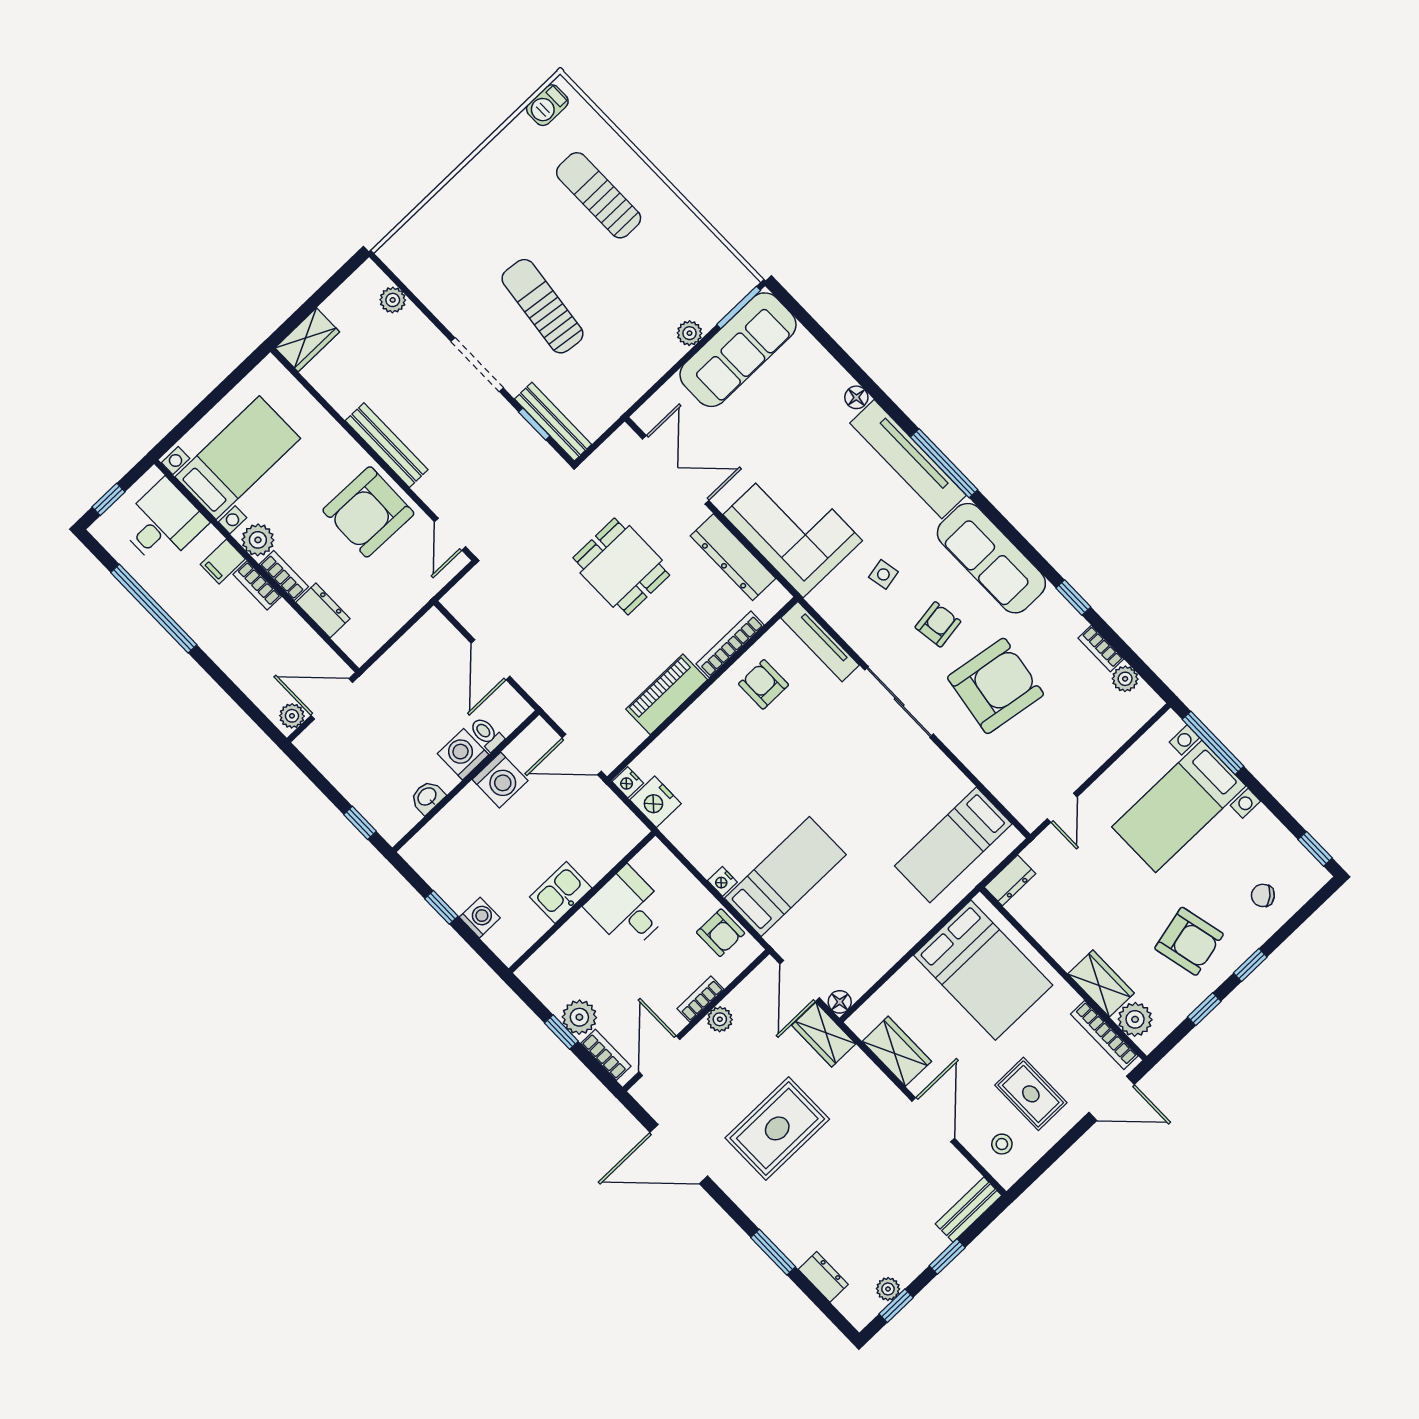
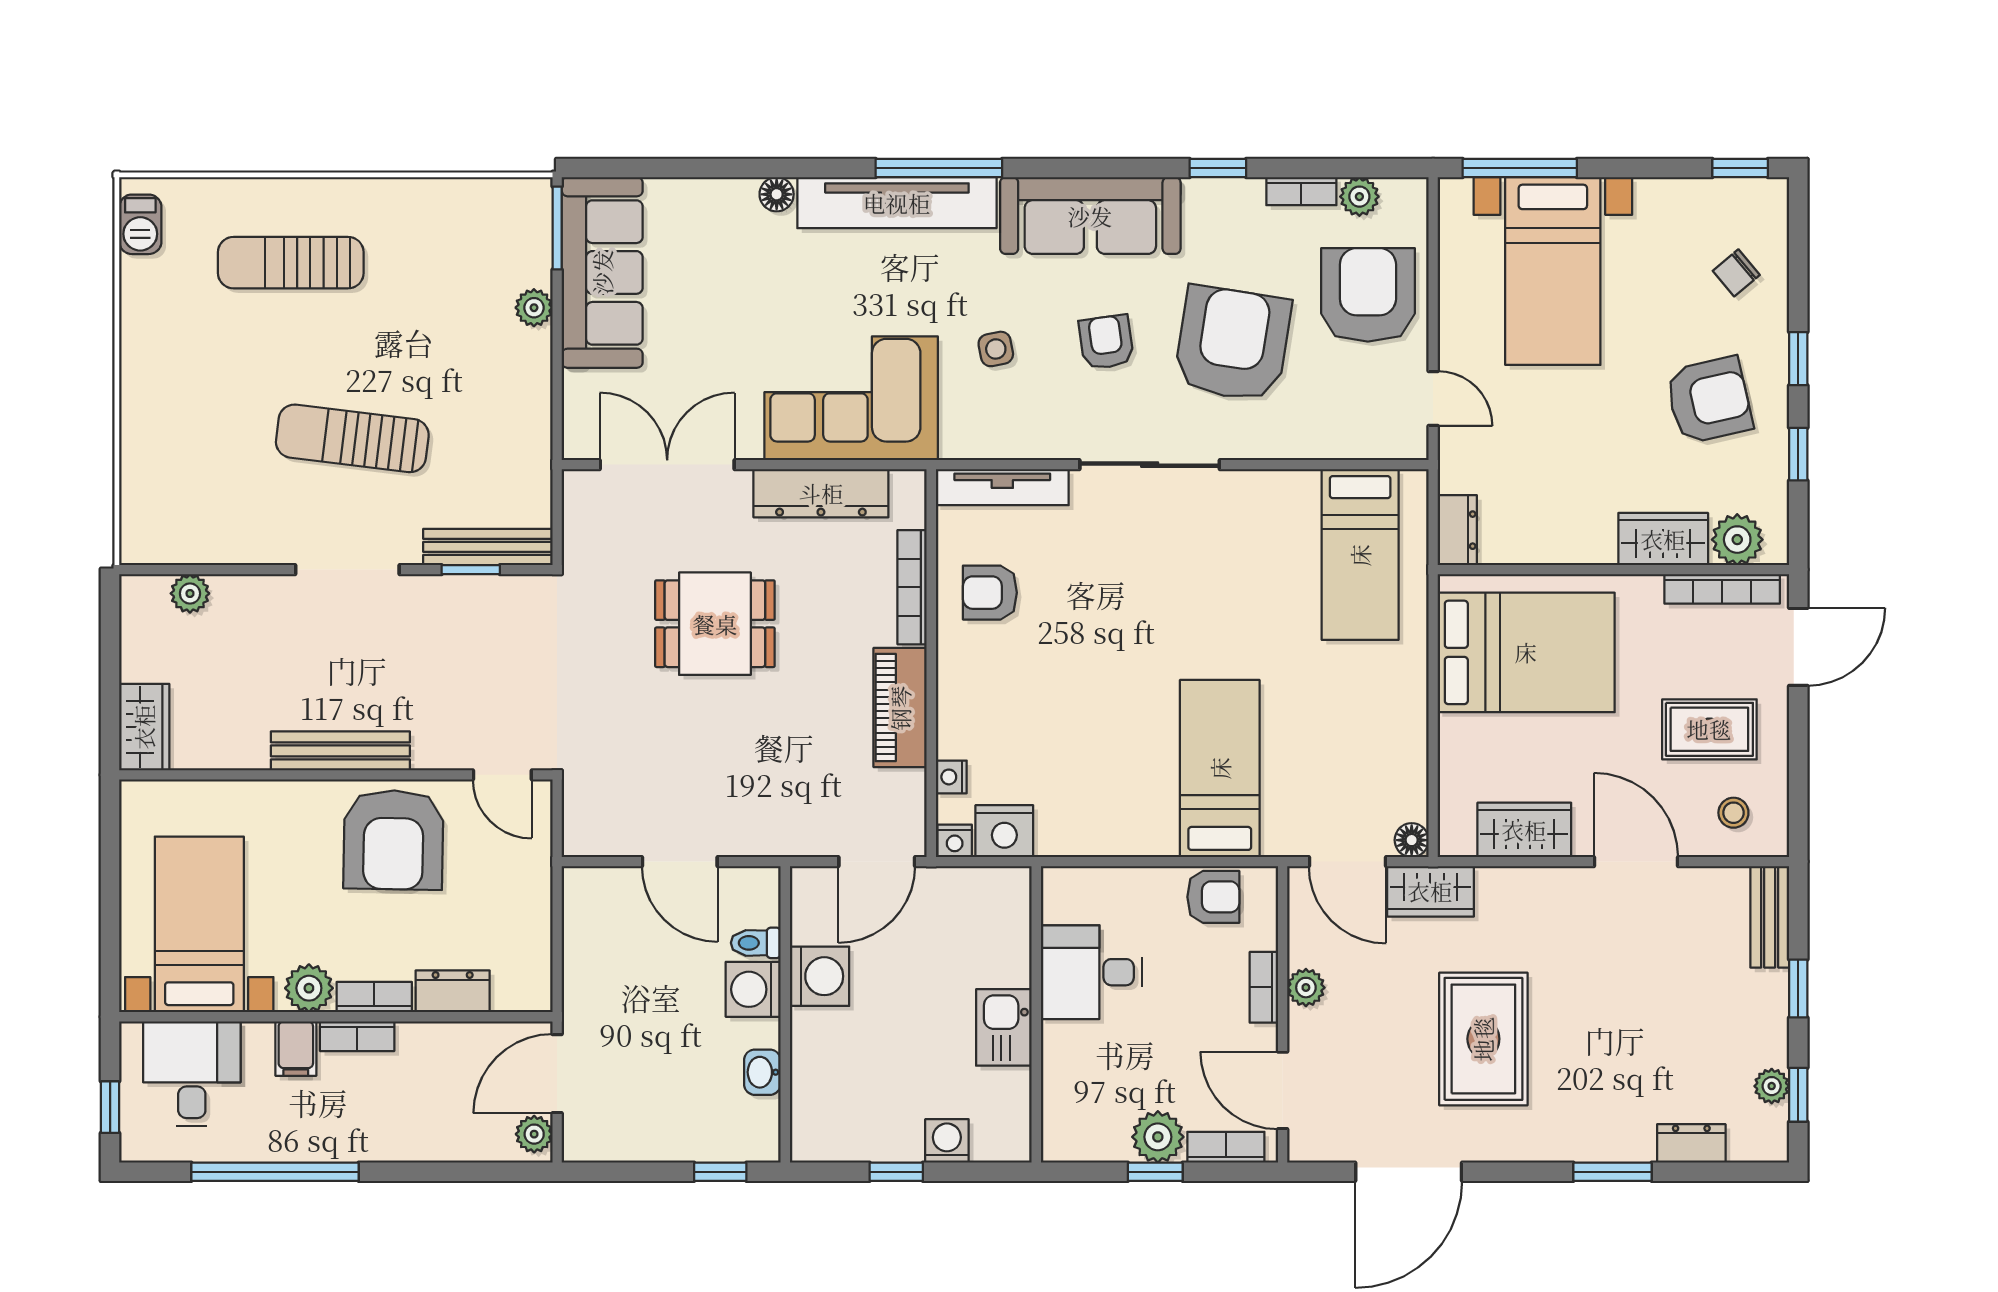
armchair: (1082, 728) -> (1368, 295), added
nightstand: (722, 881) -> (951, 777), moved, turned 90

